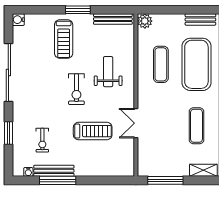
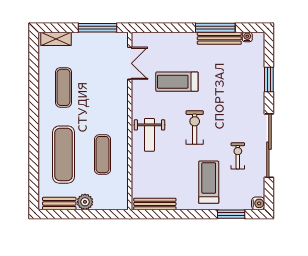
window: (78, 10) -> (231, 214), moved
plant: (145, 21) -> (85, 202), moved
exercise mat: (196, 64) -> (64, 155), width x0.68
weight bench: (108, 72) -> (149, 135), moved
double door: (136, 123) -> (130, 63), moved
exercise bike: (42, 140) -> (238, 156), moved

